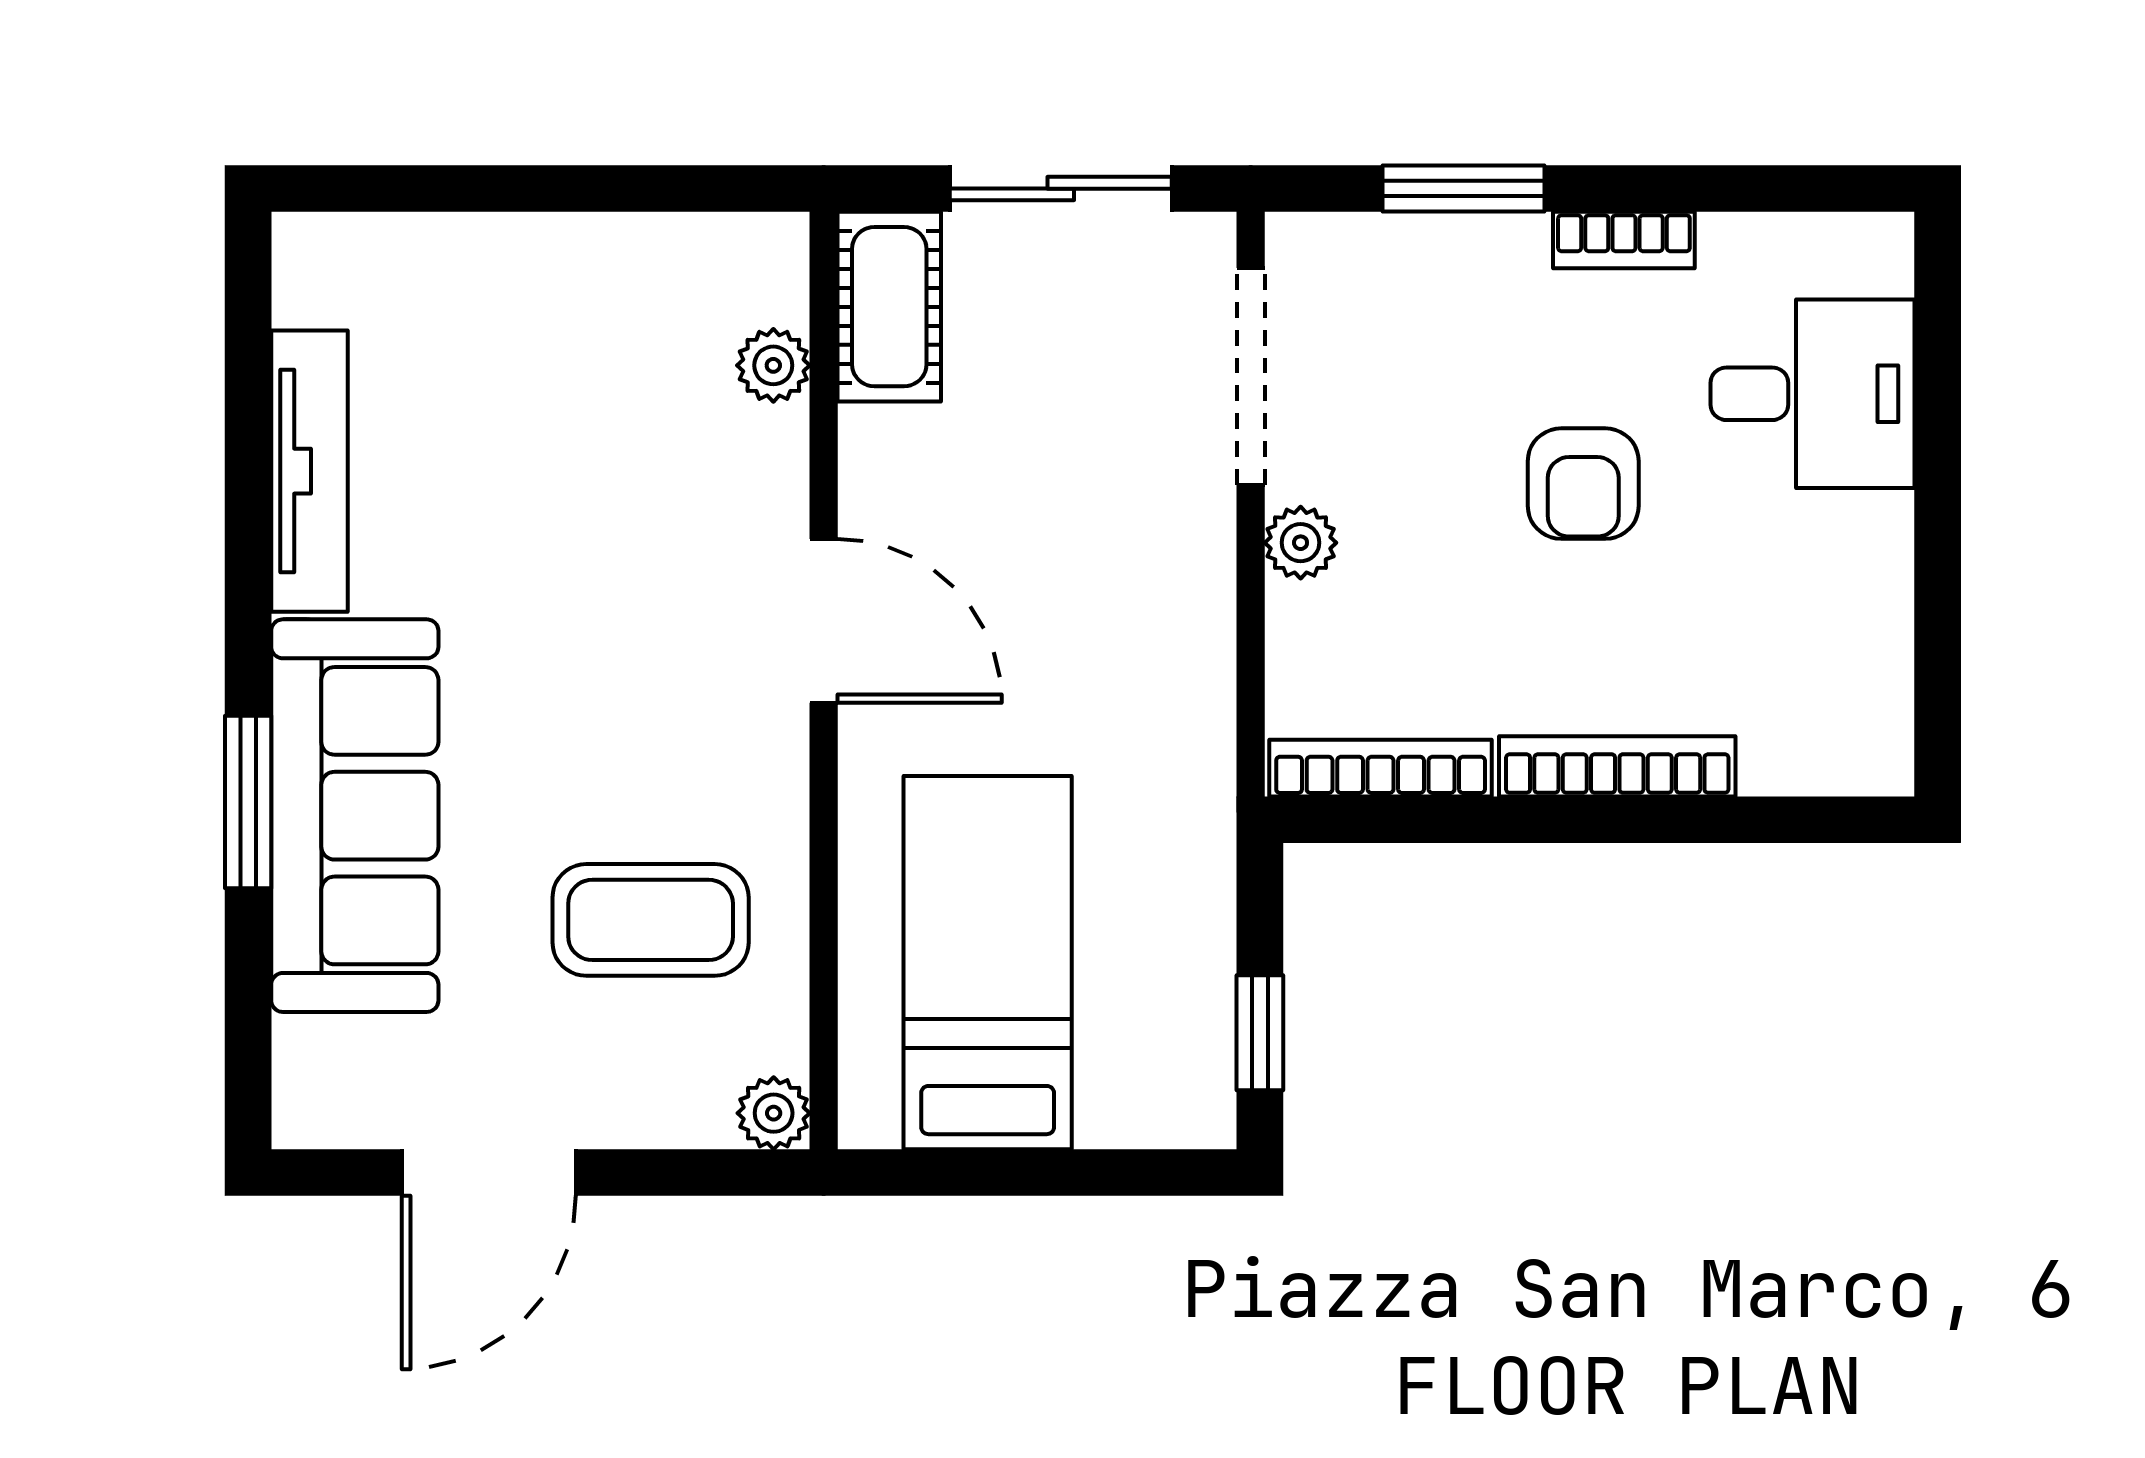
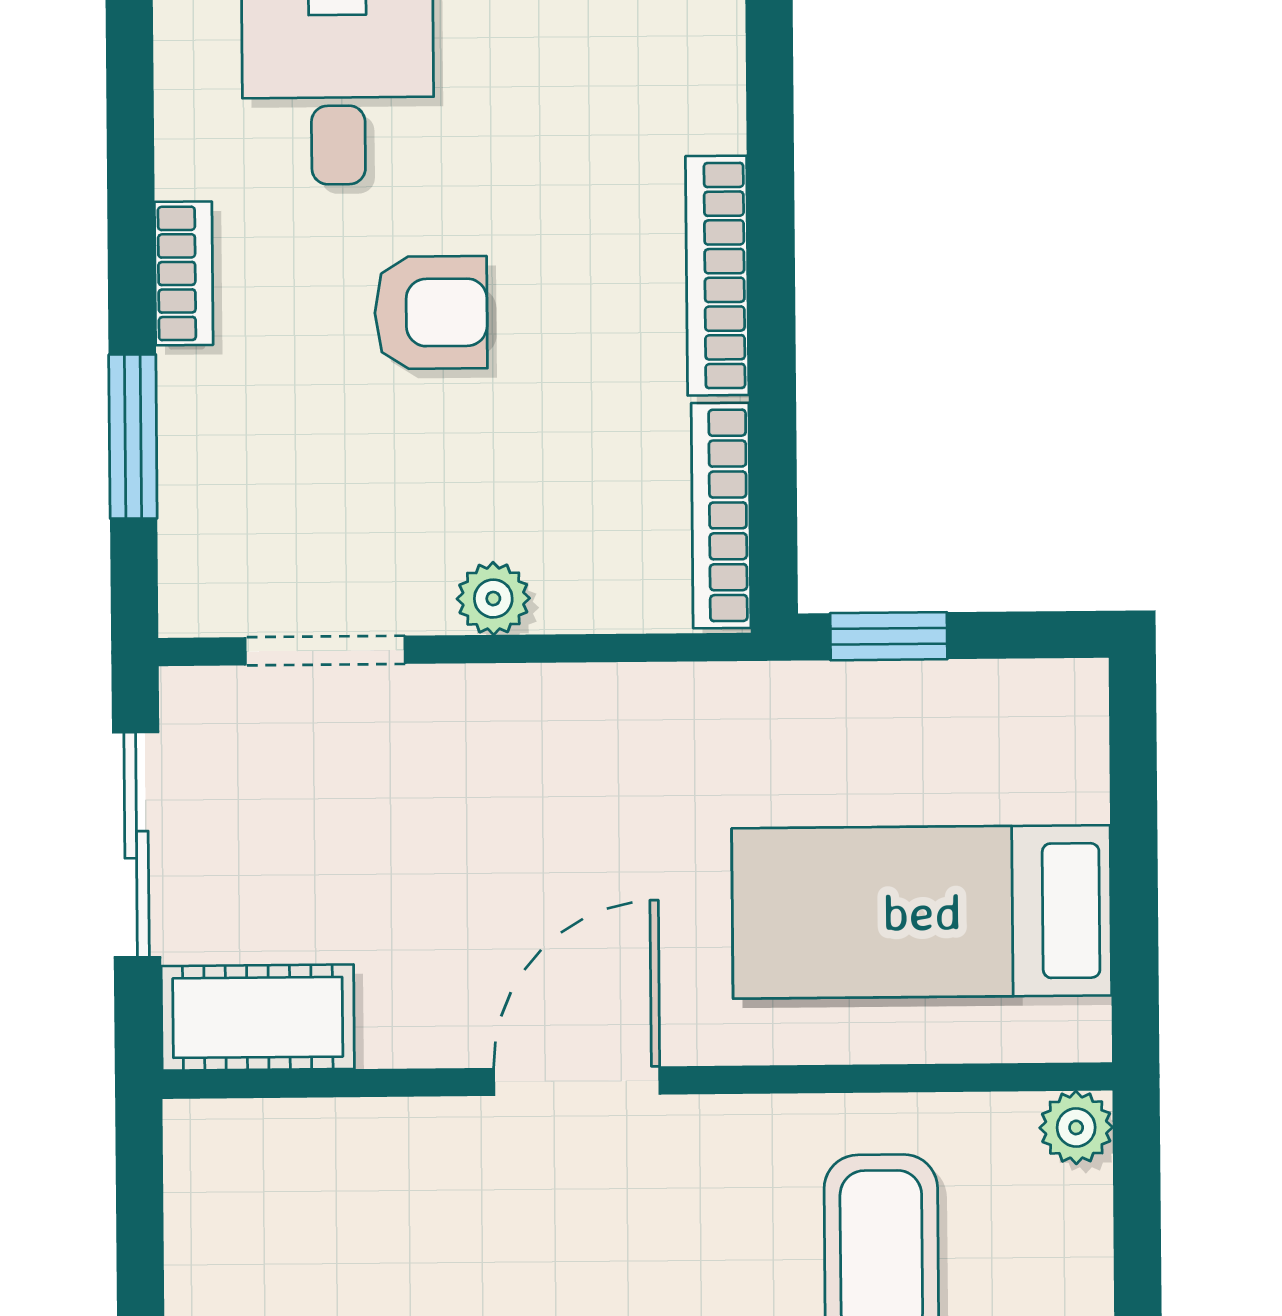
plant: (773, 365) -> (318, 1134), removed
doorway: (1251, 376) -> (325, 651), width x0.73
window: (1260, 1033) -> (889, 636), moved

